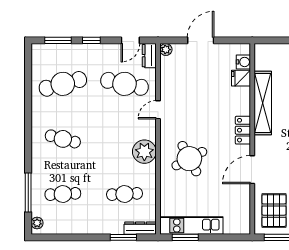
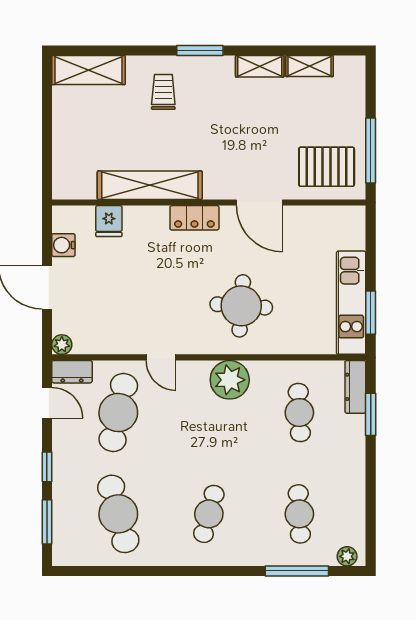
water cooler: (243, 62) -> (63, 245), moved, turned -90
round table: (189, 159) -> (241, 306), turned 32

